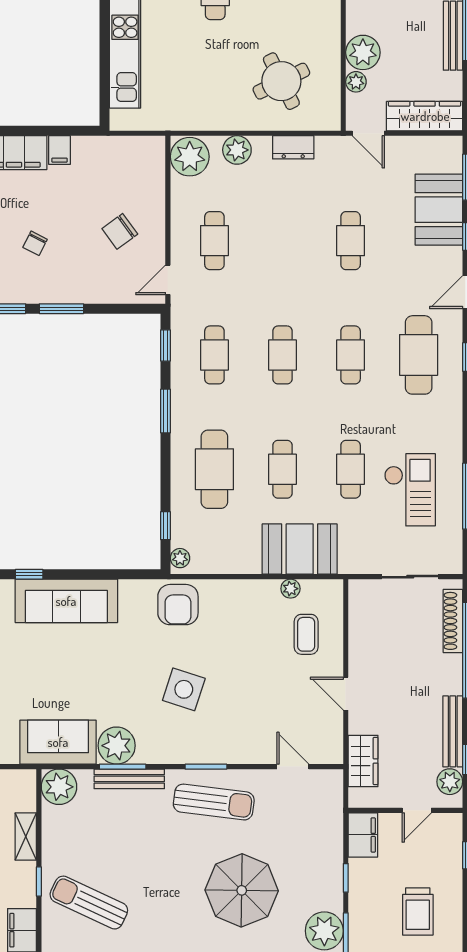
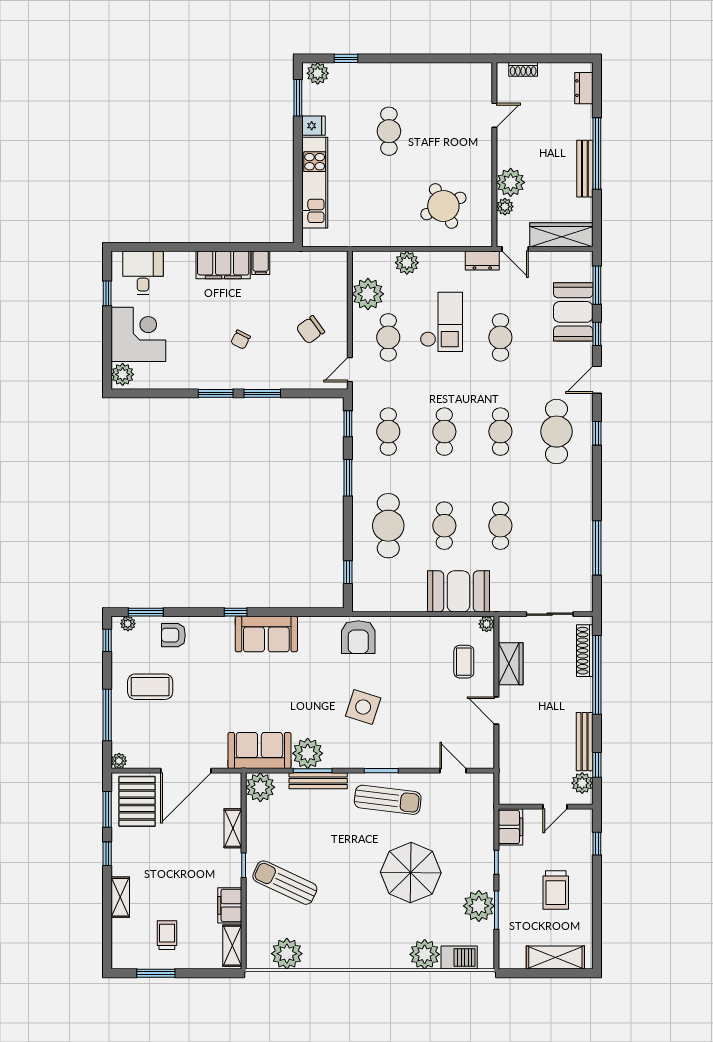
dresser: (293, 147) -> (482, 261), moved
plant: (190, 157) -> (368, 294), moved
checkout: (410, 490) -> (441, 322), moved
plant: (180, 558) -> (360, 599), removed
plant: (290, 589) -> (487, 624), moved
sofa: (66, 601) -> (266, 634), width x0.73
wardrobe: (363, 761) -> (511, 664), moved

